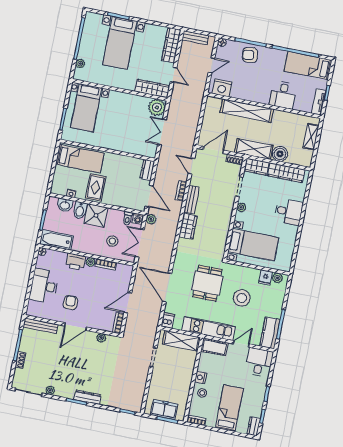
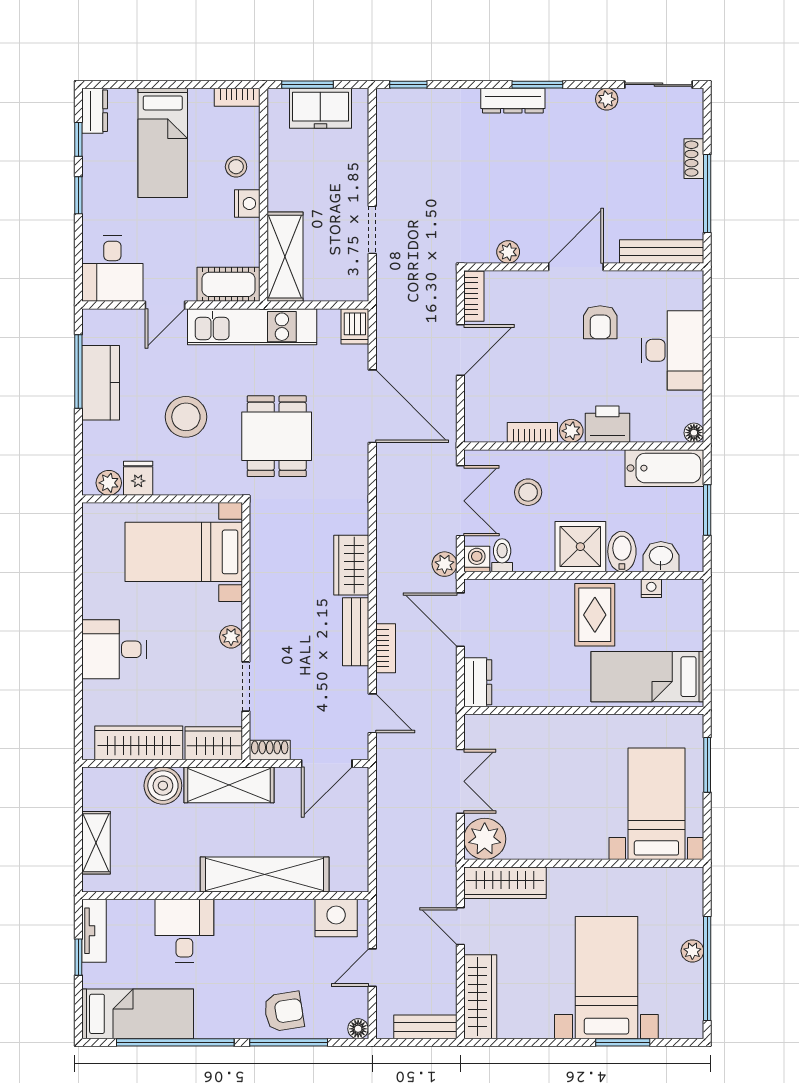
plant: (80, 64) -> (692, 951), moved
kitchen counter: (270, 333) -> (101, 383), moved
shelving: (181, 341) -> (285, 257), moved, turned 90

